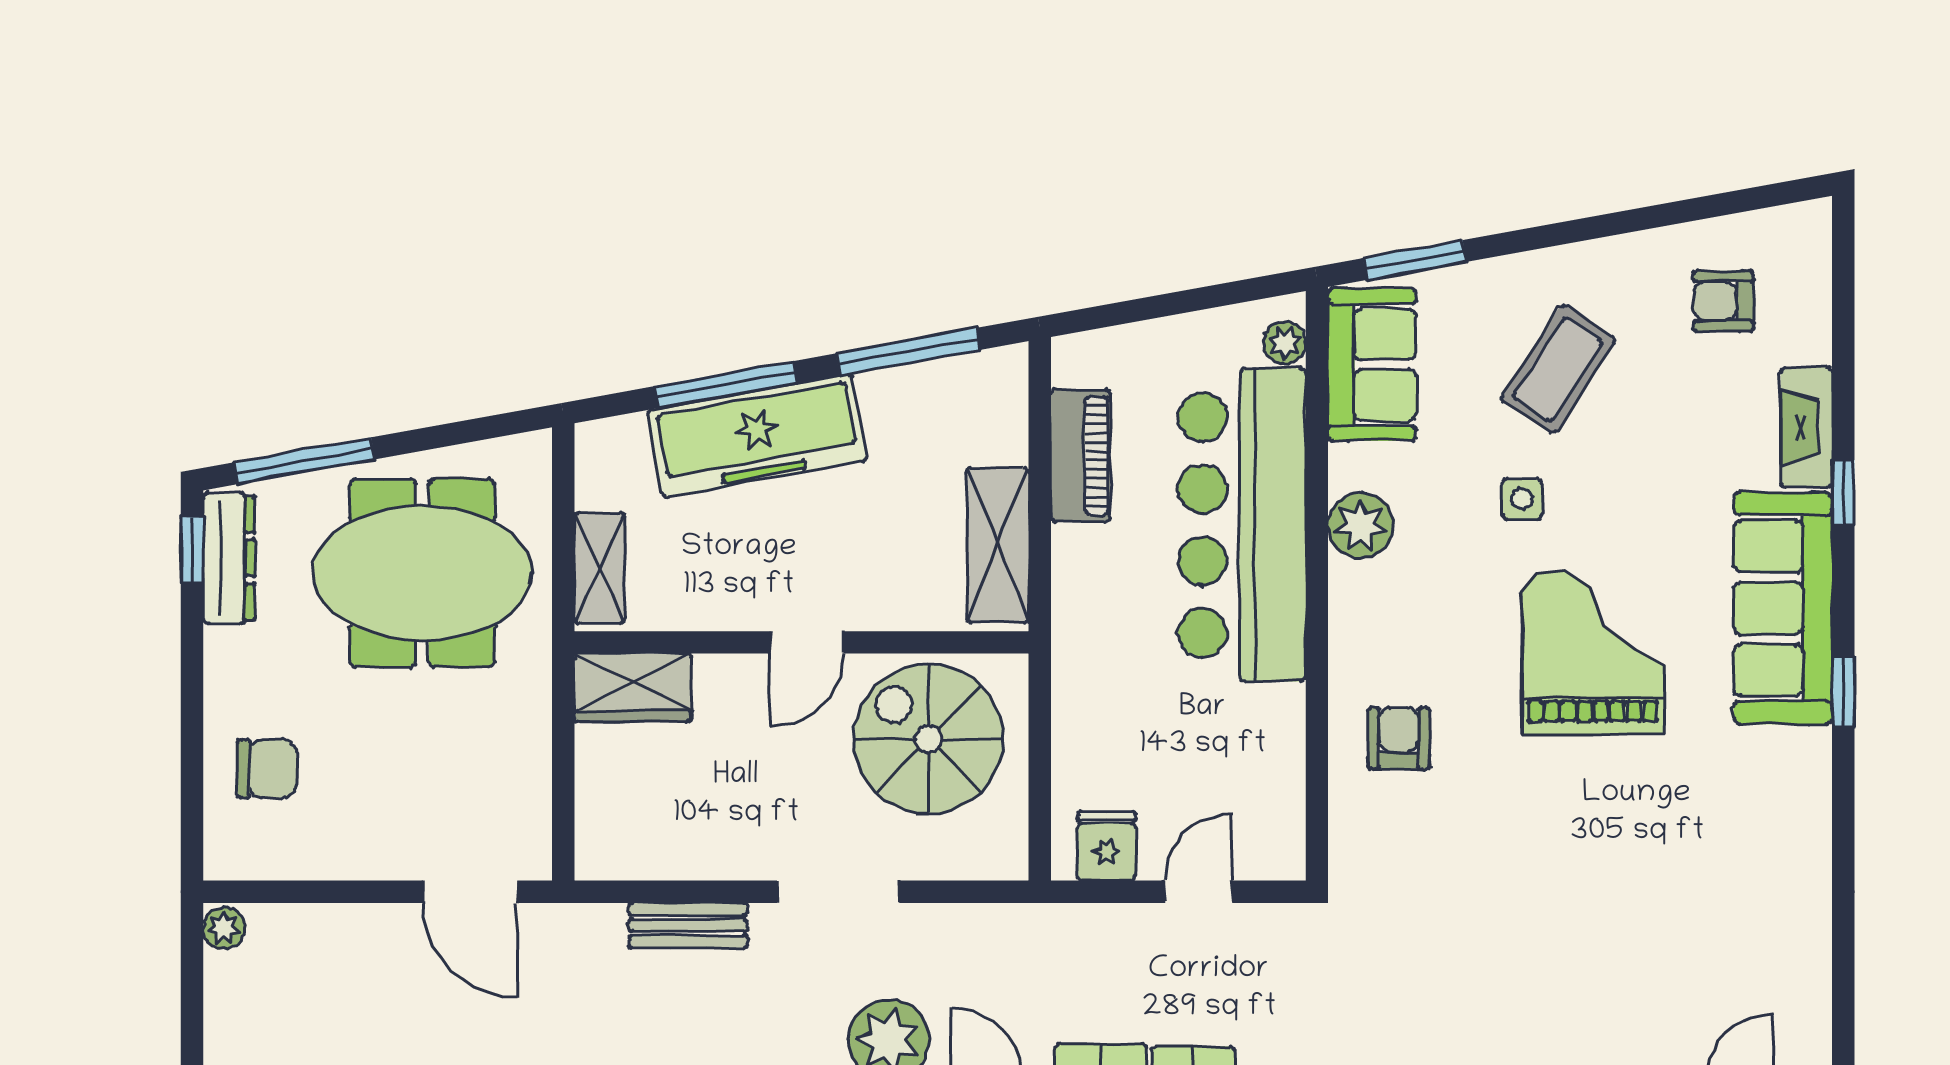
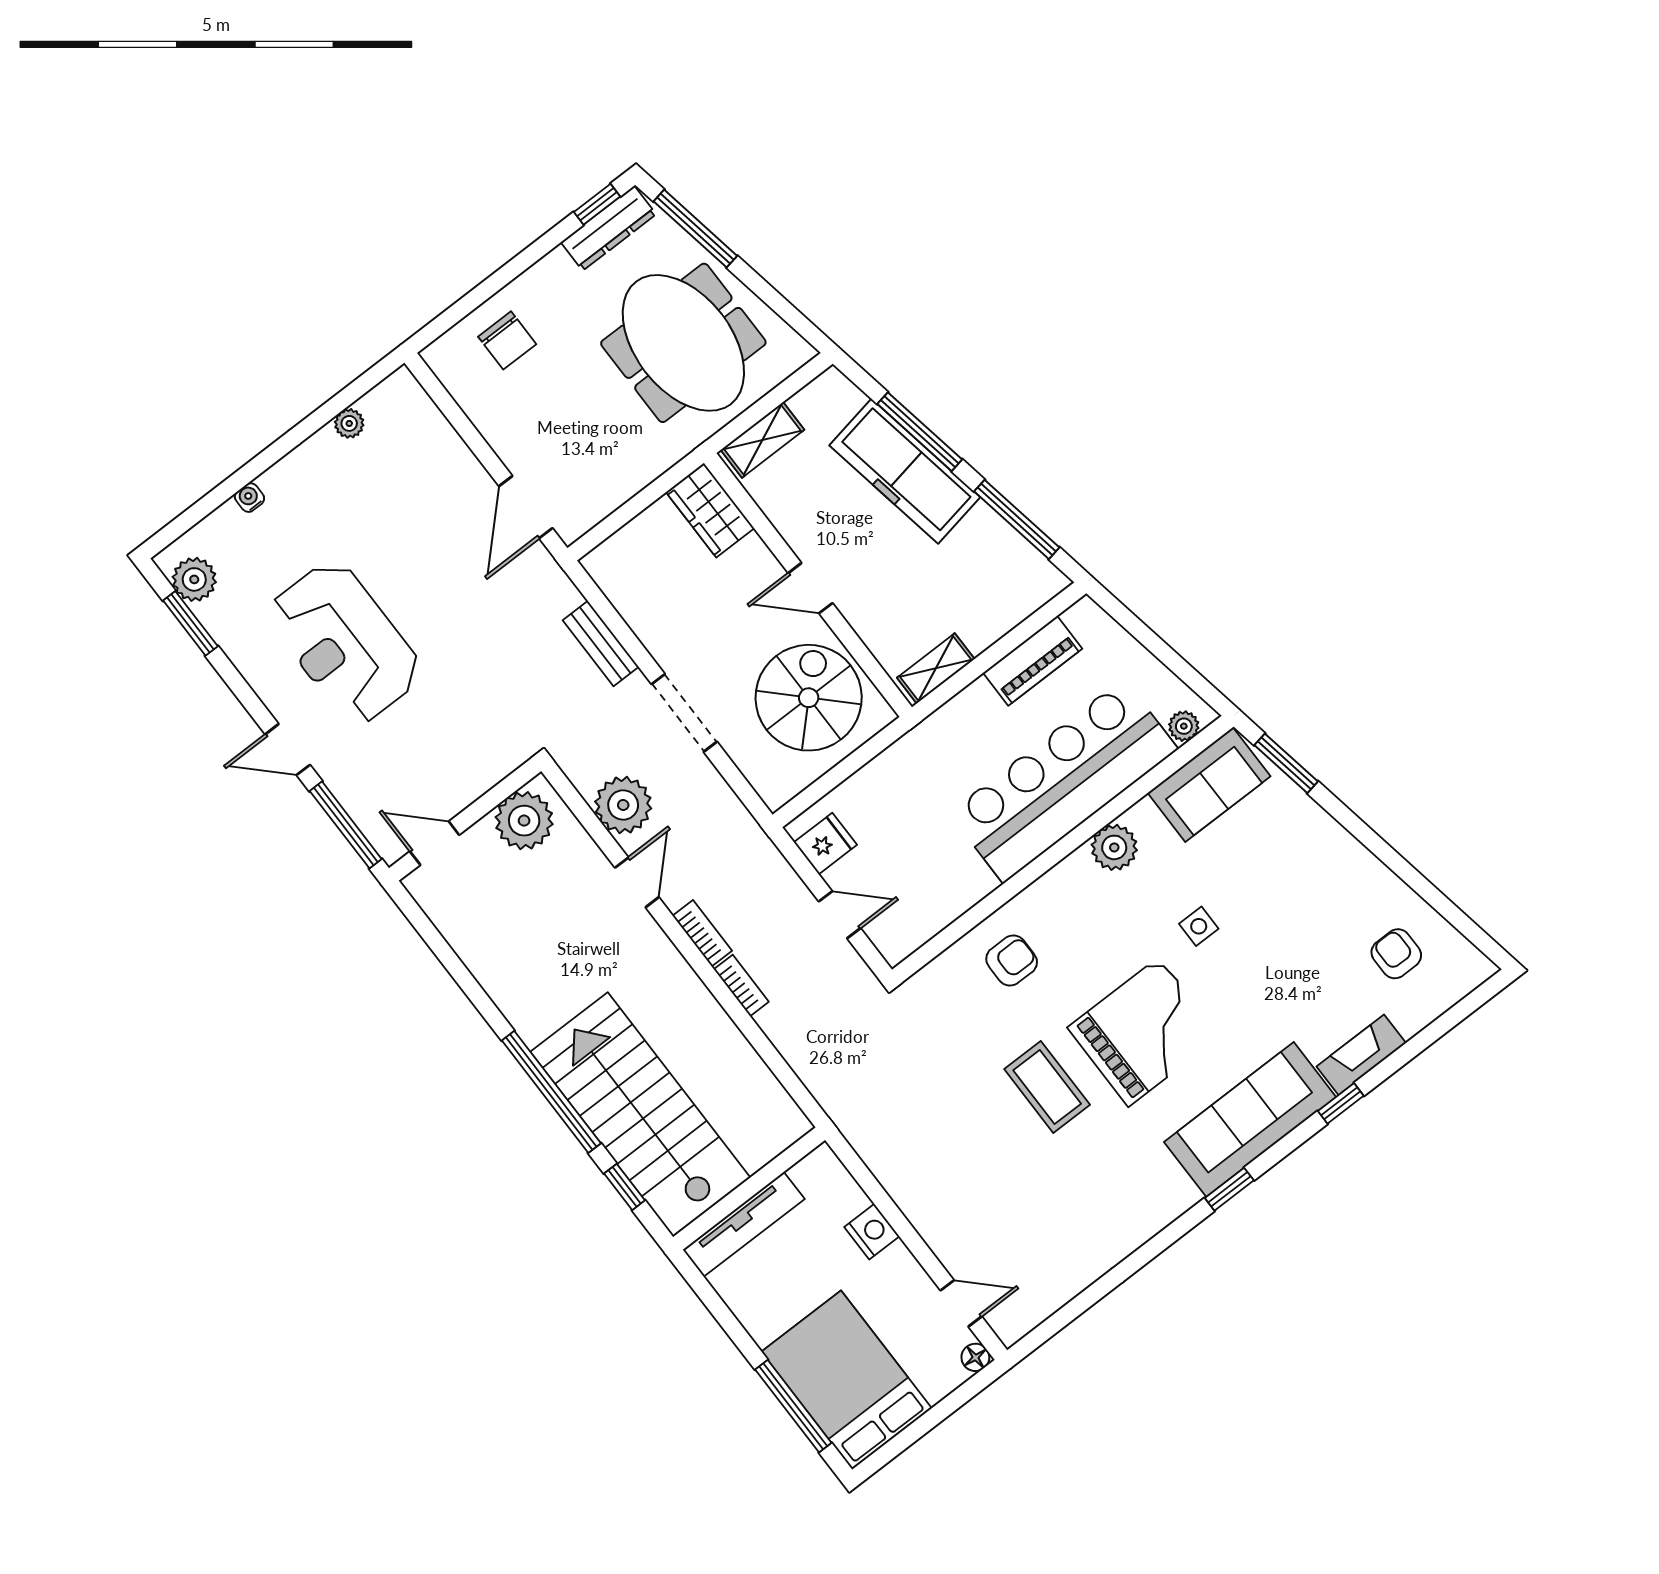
coffee table: (1558, 369) -> (1047, 1087), moved, turned 57
shelving: (998, 545) -> (936, 668), width x0.67, depth x0.75
plant: (224, 928) -> (349, 423), moved

